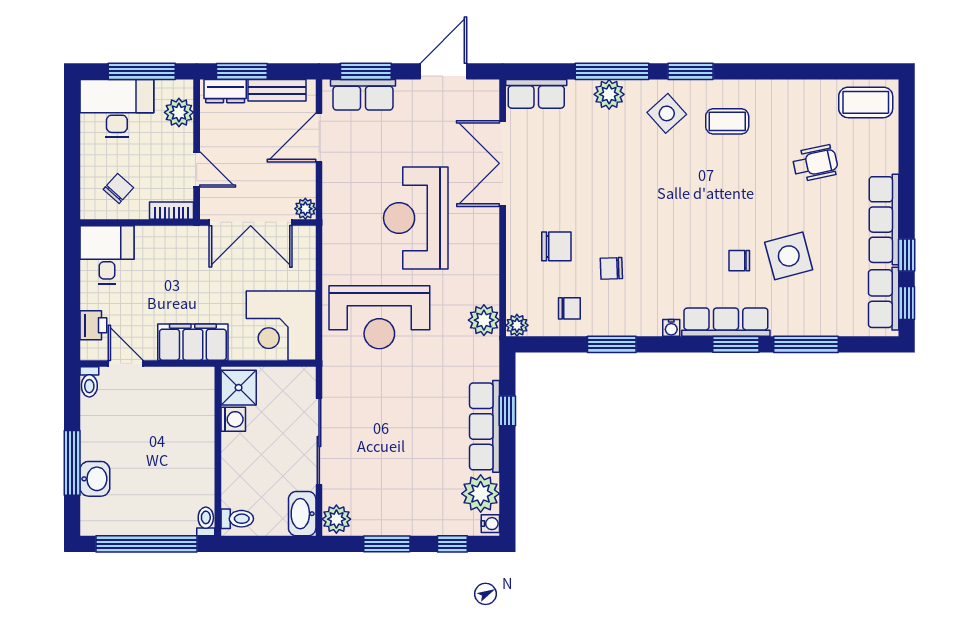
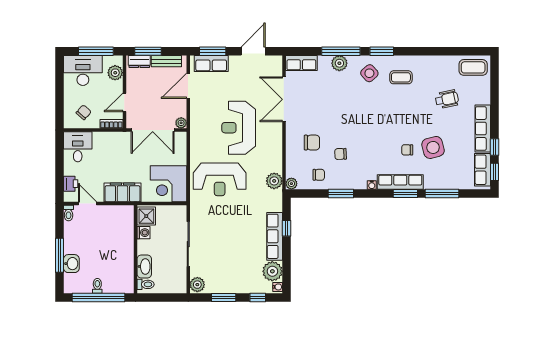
door: (197, 169) -> (124, 102), swing flipped
washbasin: (302, 514) -> (144, 266), moved, turned 180
toilet: (206, 521) -> (97, 286), moved

